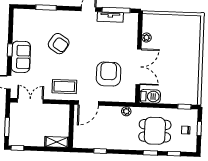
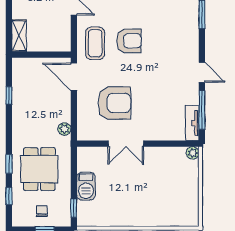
tv unit: (110, 17) -> (192, 123), moved
plant: (146, 37) -> (193, 153), moved
armchair: (59, 44) -> (129, 41), moved, turned -123
double door: (139, 67) -> (126, 144), width x0.73
barbecue: (150, 96) -> (86, 186), moved

